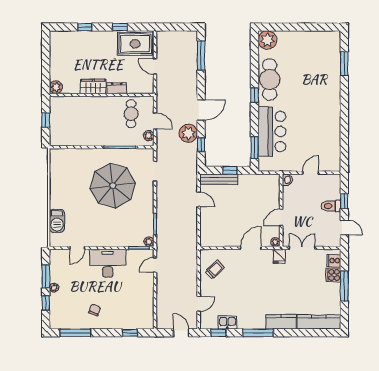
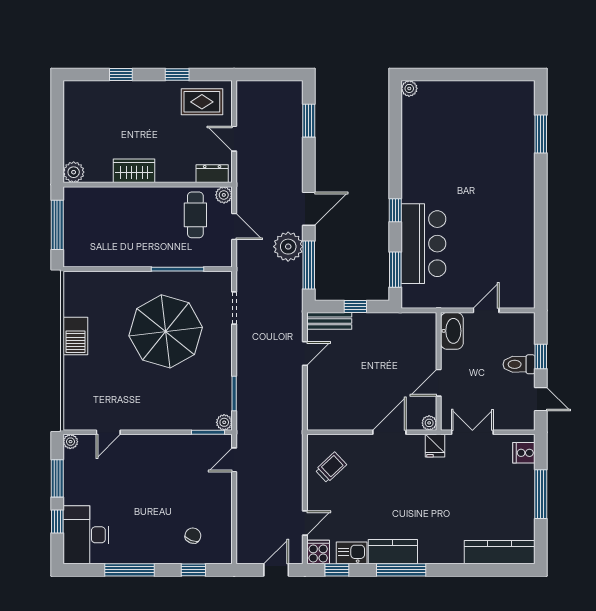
plant: (267, 40) -> (409, 88), width x0.53, depth x0.53
rug: (135, 44) -> (202, 102), width x0.73, depth x0.70
window: (201, 56) -> (309, 121), width x0.69
cafe table: (270, 80) -> (420, 160), removed
dresser: (117, 88) -> (212, 174), moved
window: (254, 95) -> (395, 210), moved
window: (46, 120) -> (57, 225), width x2.17
plant: (149, 136) -> (224, 195), moved
window: (201, 145) -> (309, 265), width x2.17
bench: (219, 179) -> (329, 321), width x0.73
washbasin: (287, 180) -> (452, 331), width x1.91, depth x1.45
door: (199, 199) -> (305, 353), hinge flipped
barbecue: (57, 221) -> (75, 336), moved
desk: (108, 263) -> (86, 535), moved, turned -90
cooker: (333, 275) -> (318, 552), moved, turned 90
plant: (54, 288) -> (70, 442), moved
chair: (95, 310) -> (193, 536), moved
kitchen counter: (281, 322) -> (393, 552), moved
window: (75, 333) -> (129, 570), moved
door: (181, 333) -> (276, 570), hinge flipped

